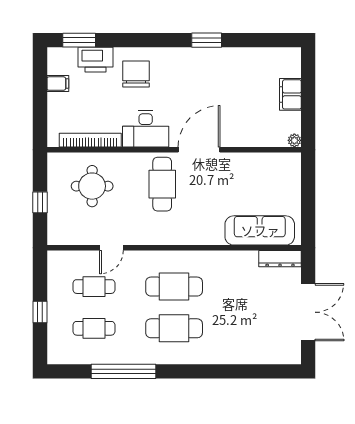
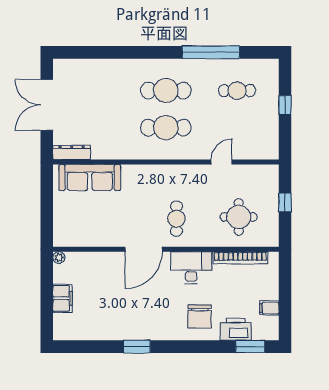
cafe table: (162, 184) -> (176, 219), width x0.73, depth x0.74
cafe table: (94, 287) -> (237, 128), removed

